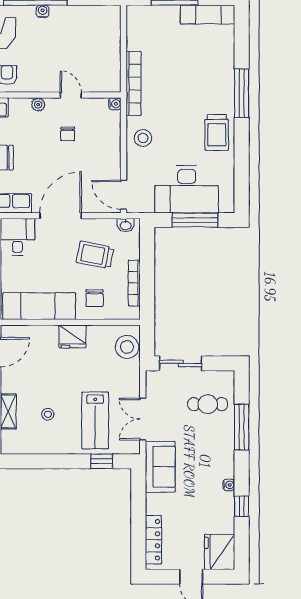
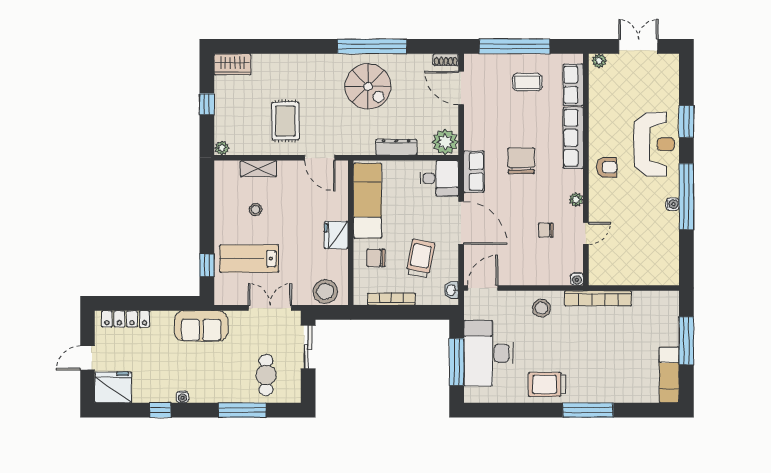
double door: (143, 419) -> (270, 308), moved

